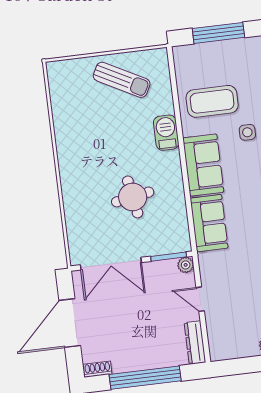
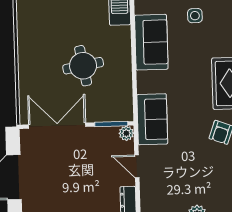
sofa: (209, 223) -> (152, 119), moved
double door: (111, 264) -> (57, 126), swing flipped

